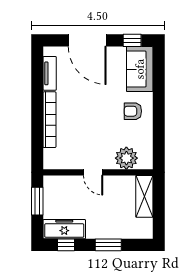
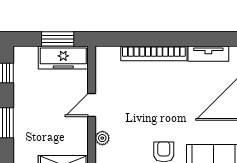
plant: (126, 158) -> (102, 138), width x0.53, depth x0.53
freezer: (64, 229) -> (63, 57), moved, turned 90

